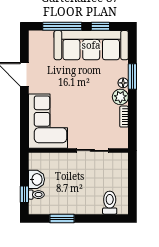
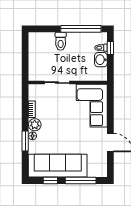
toilet: (110, 203) -> (61, 41), moved
window: (62, 218) -> (81, 29), width x2.11

